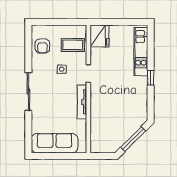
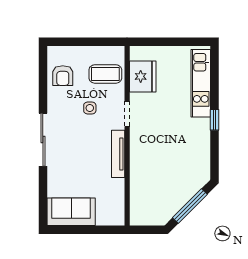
fridge: (99, 36) -> (143, 76), moved
sofa: (55, 143) -> (71, 212), width x0.73

